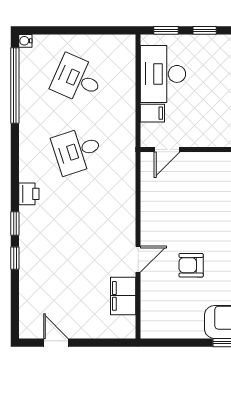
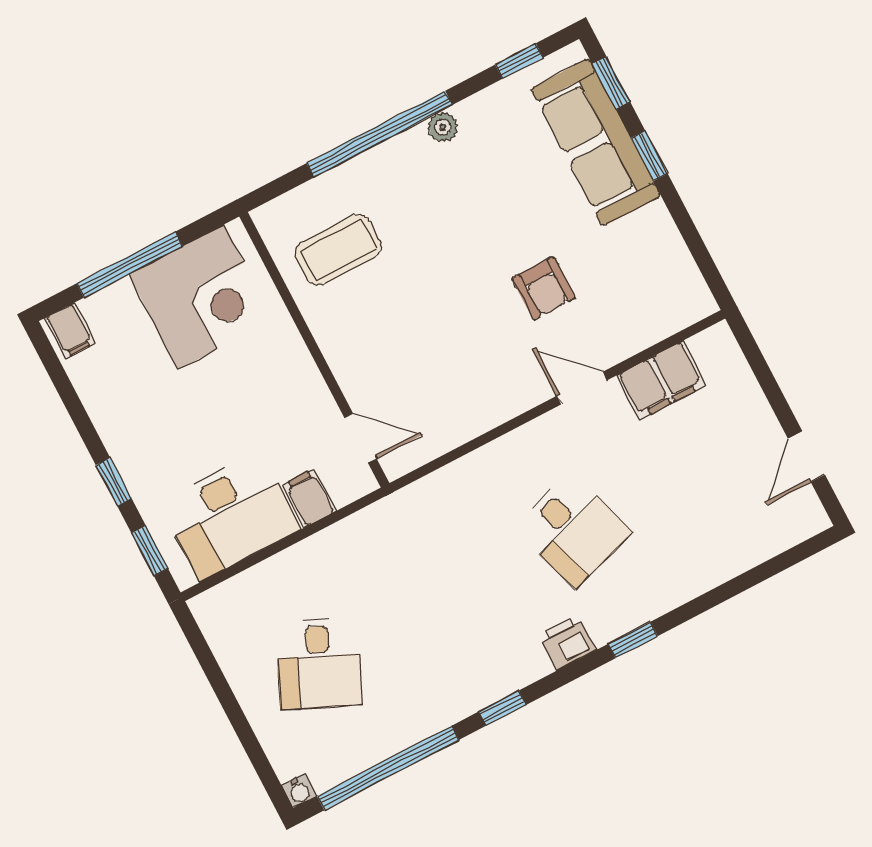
desk: (77, 151) -> (573, 530), moved
window: (15, 258) -> (502, 708), moved

